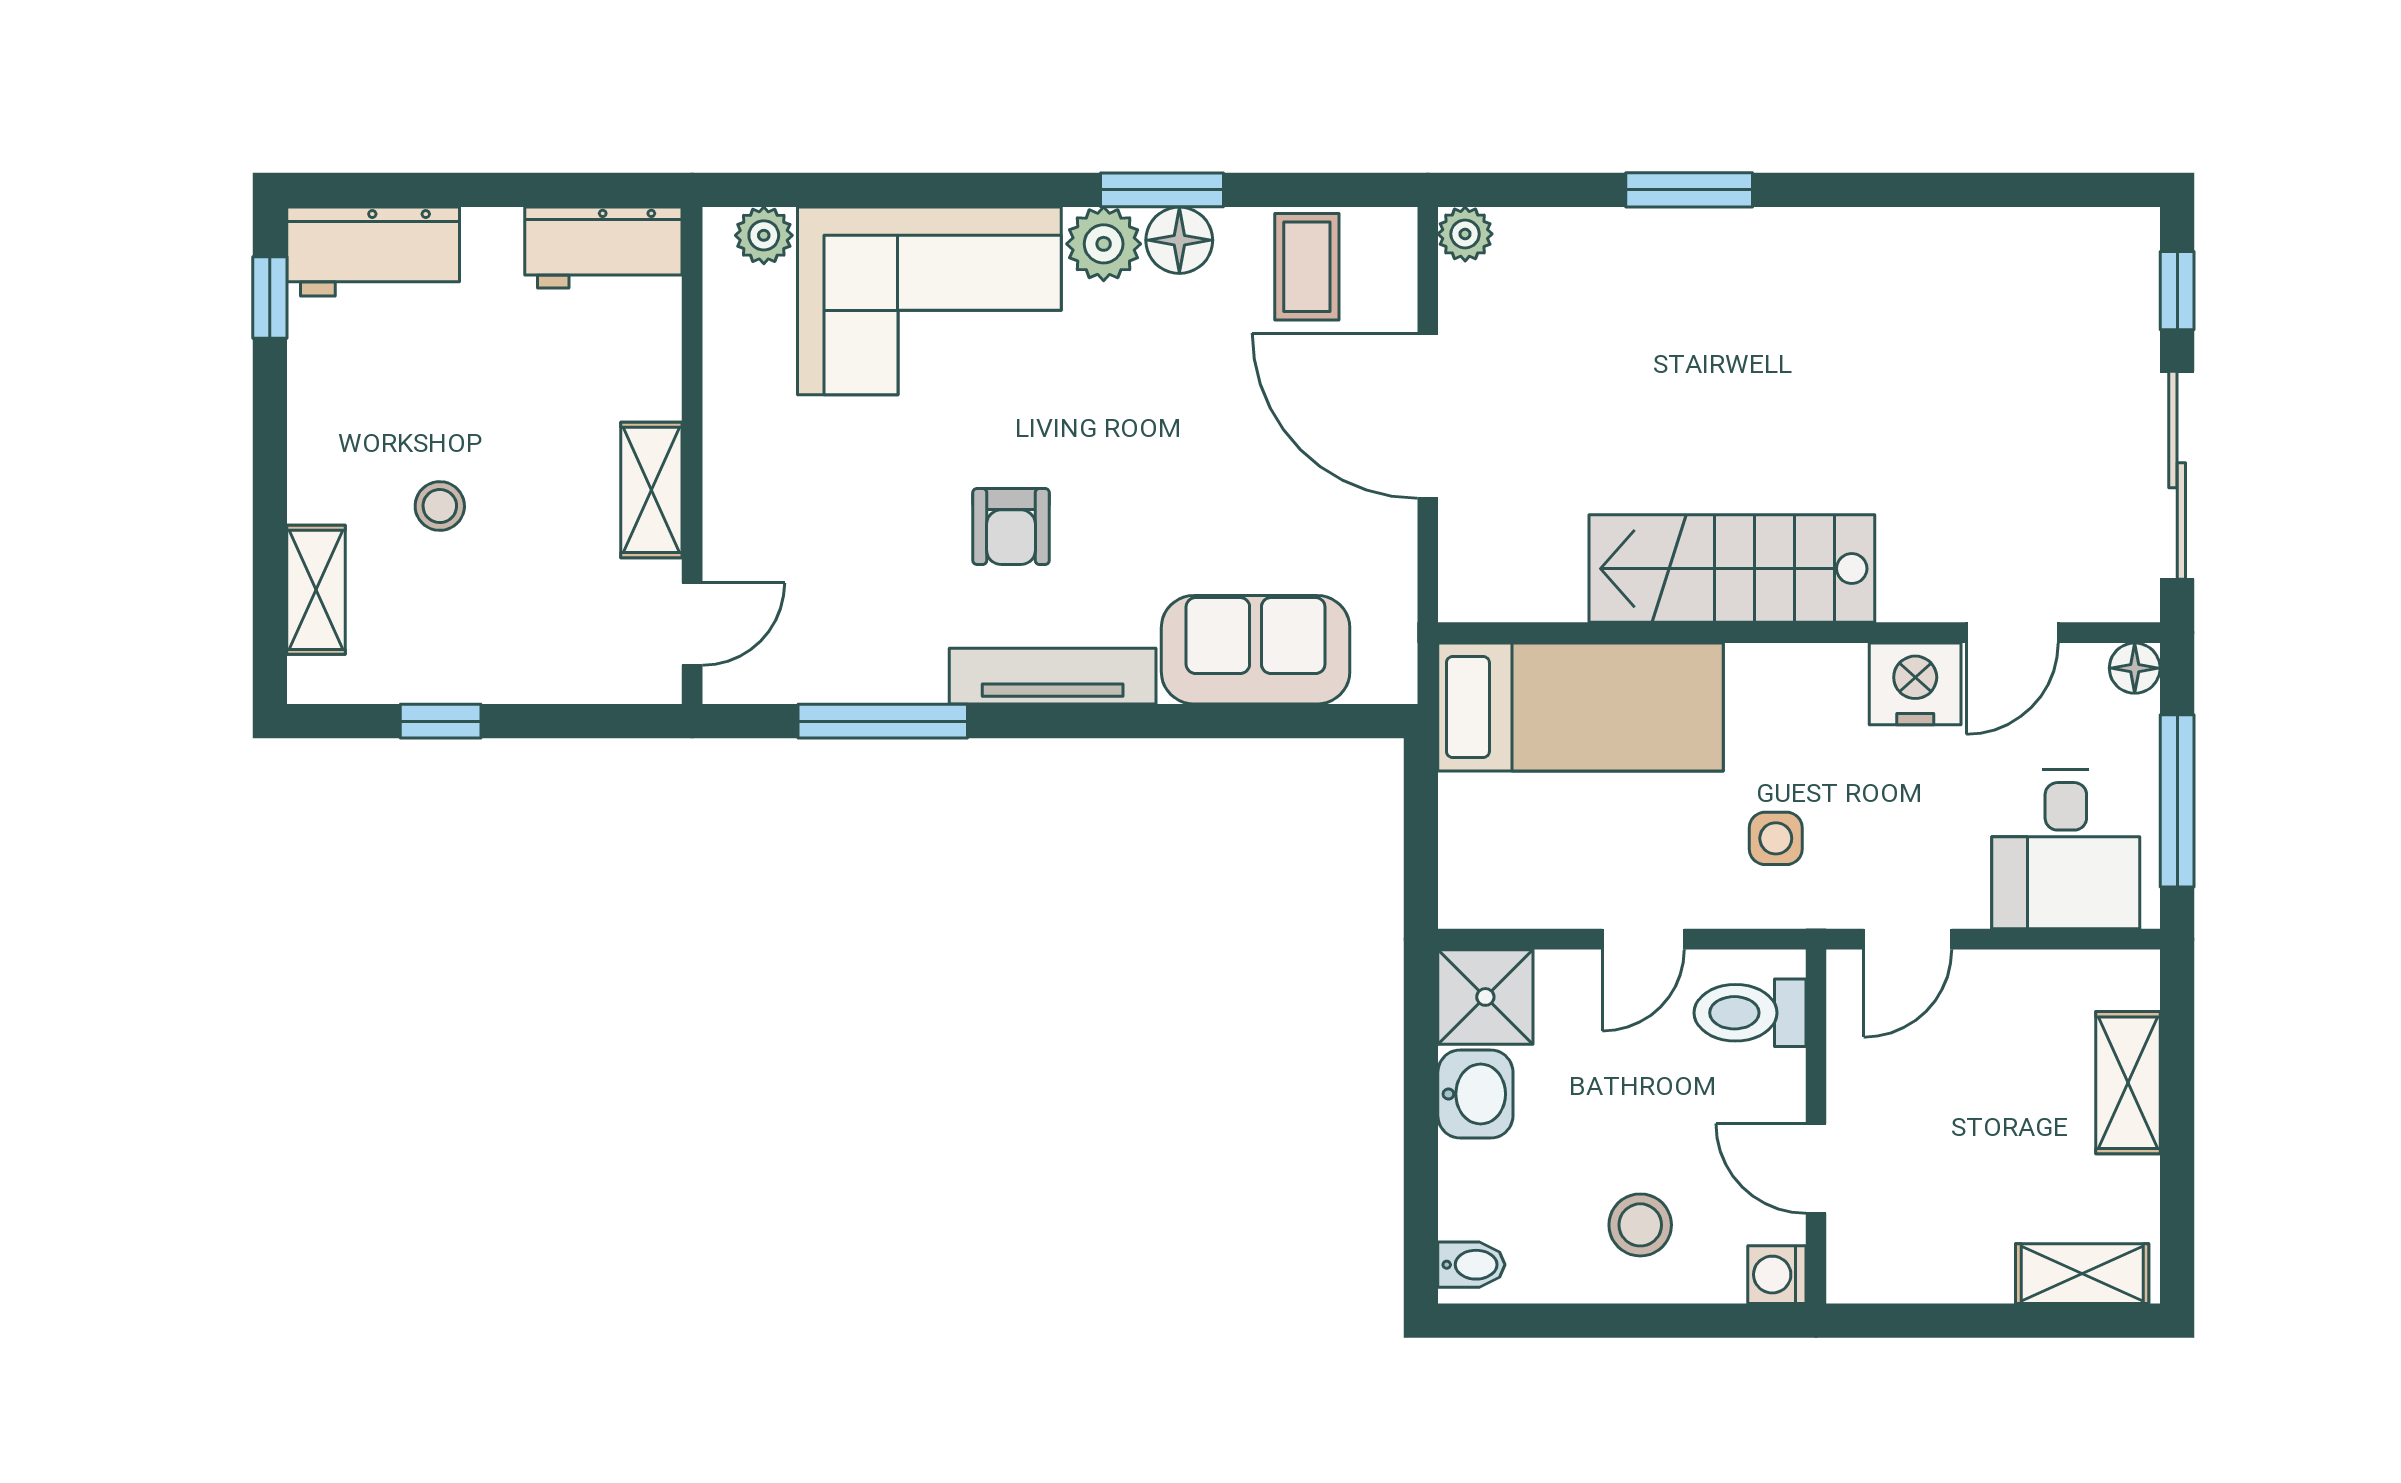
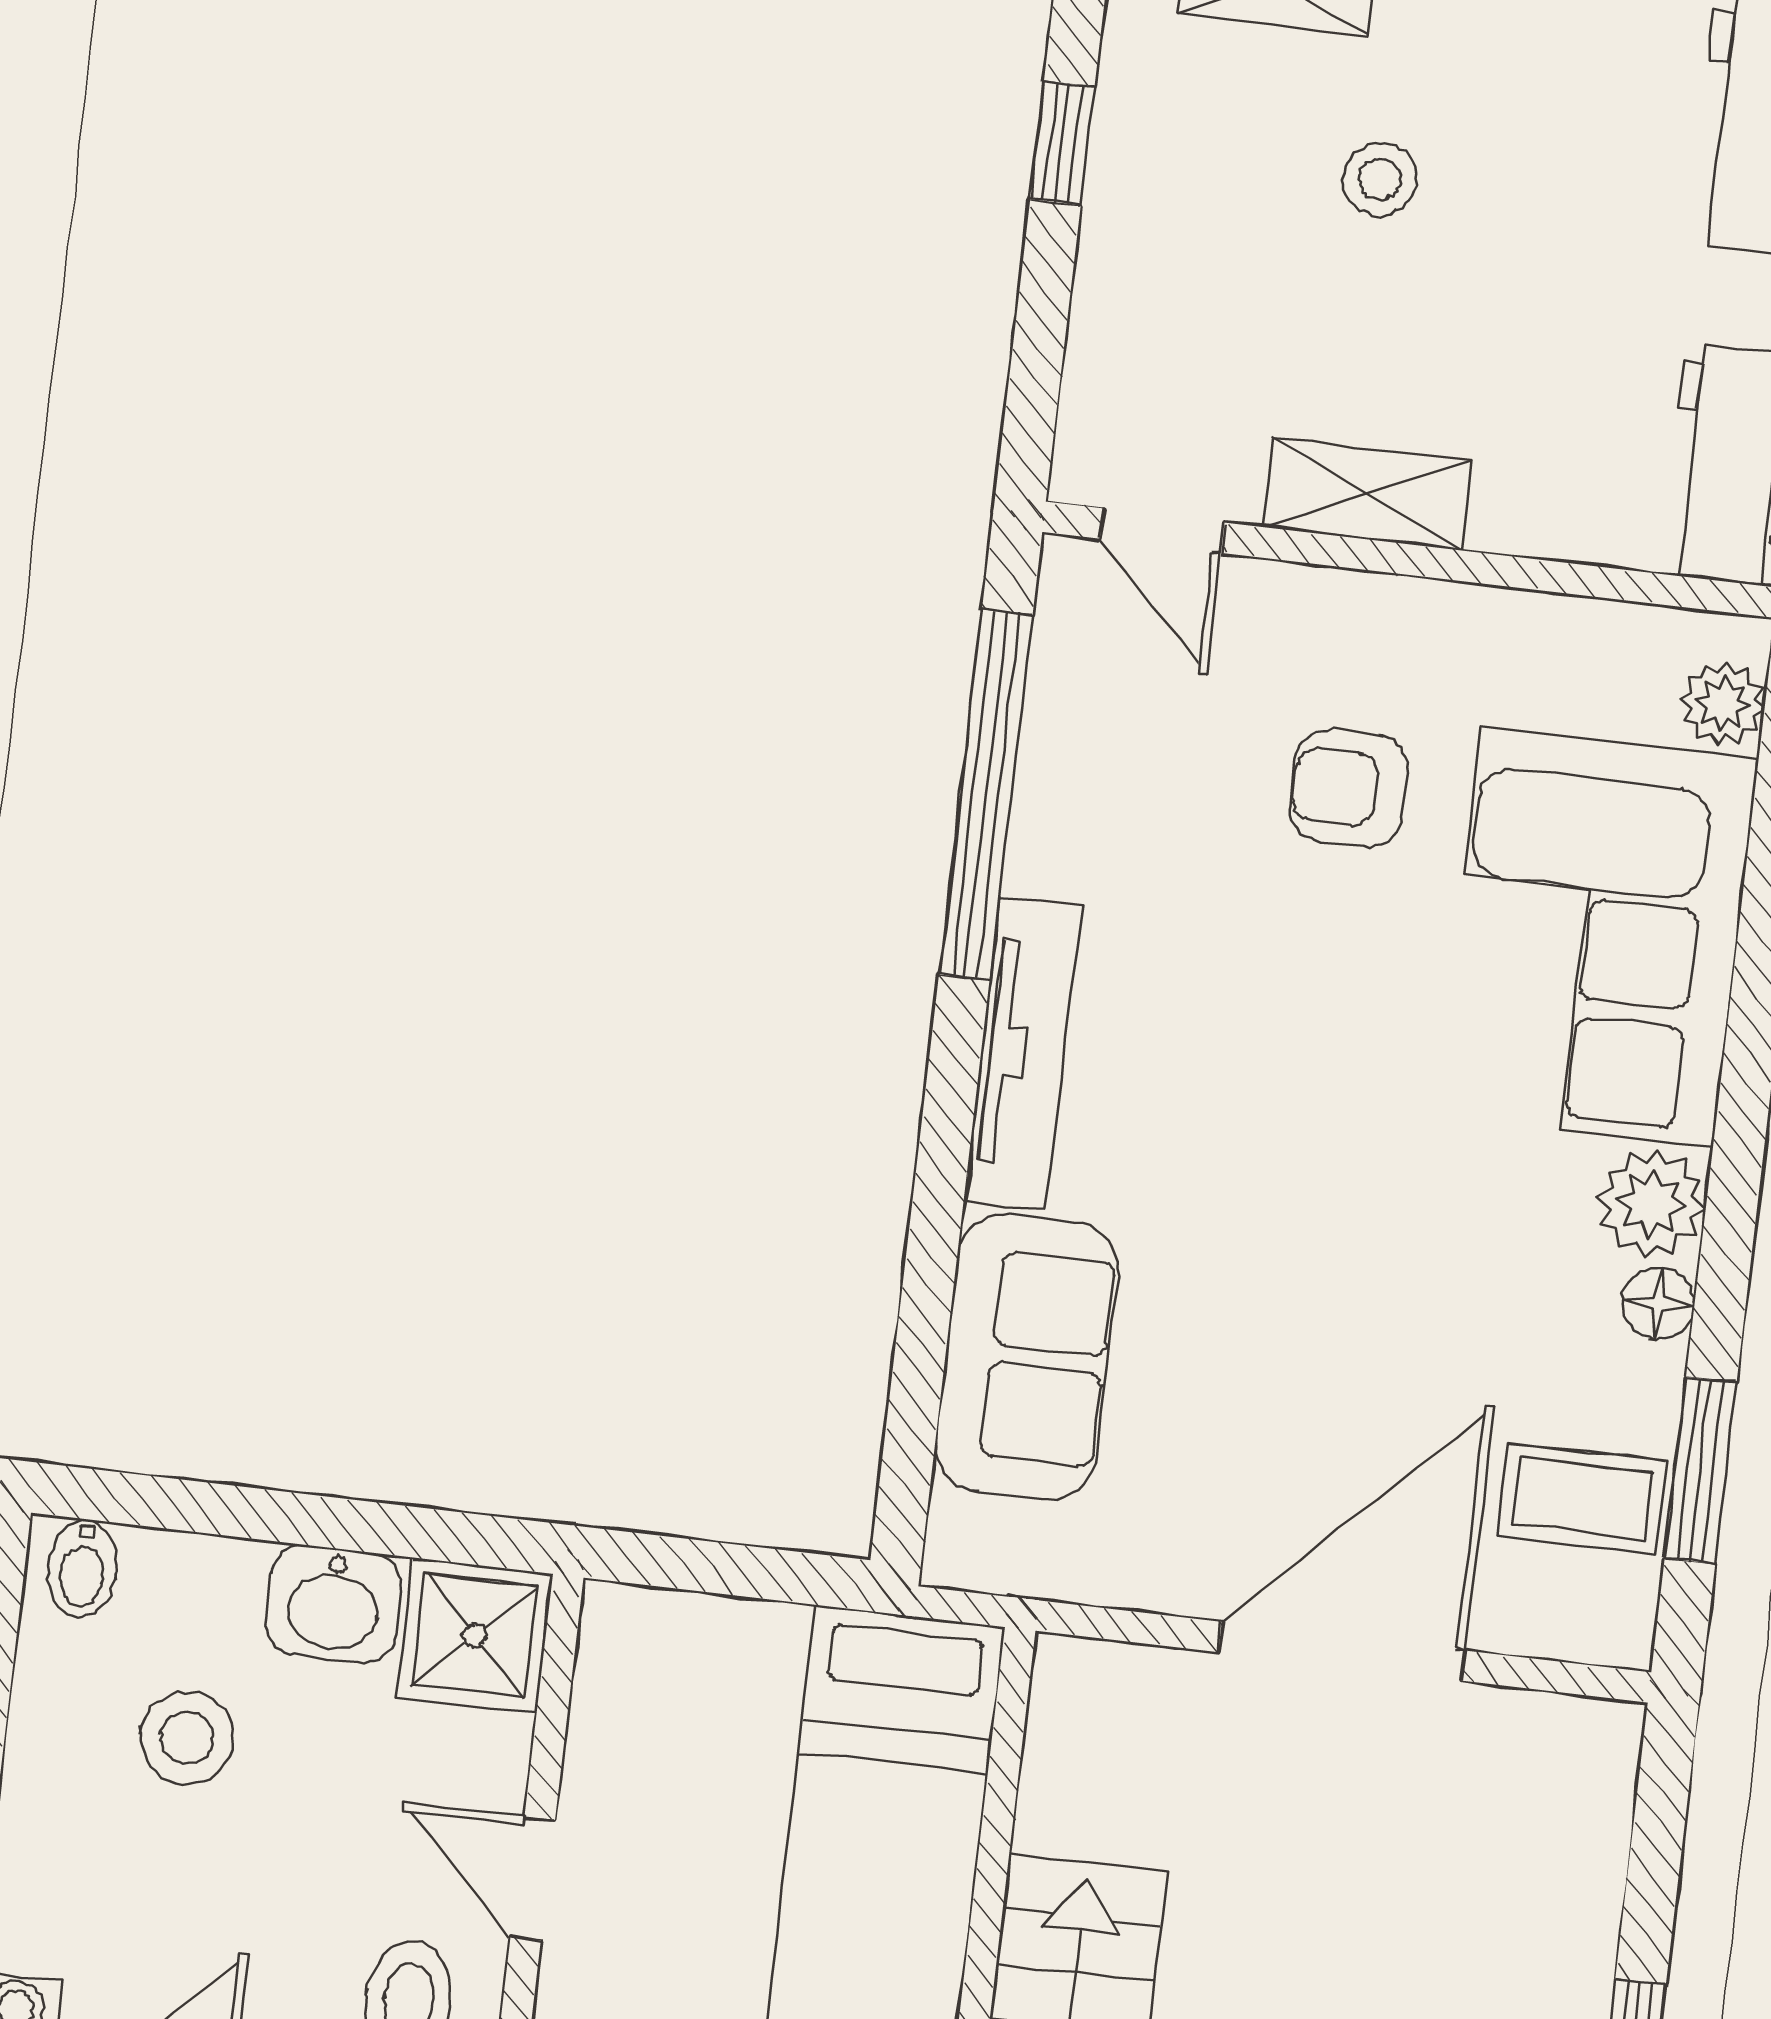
window: (1162, 190) -> (1701, 1470), moved
plant: (1465, 234) -> (1603, 1738), removed
floor lamp: (1179, 240) -> (1658, 1304), width x0.73, depth x0.73
armchair: (1011, 526) -> (1349, 789), moved
window: (883, 721) -> (986, 795), width x1.46
stool: (1640, 1225) -> (187, 1738), moved

